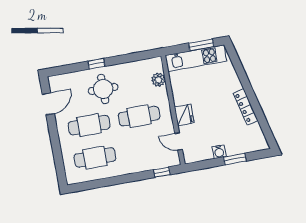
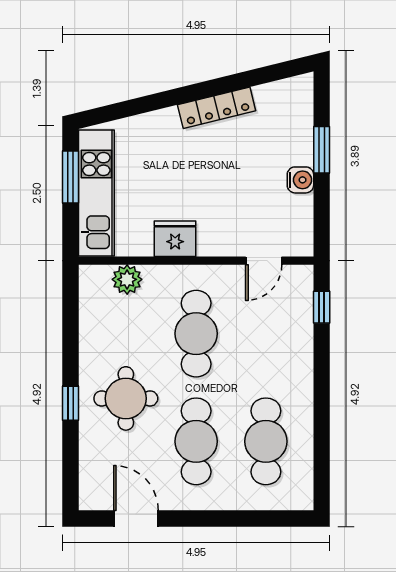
fridge: (184, 115) -> (175, 239), moved

